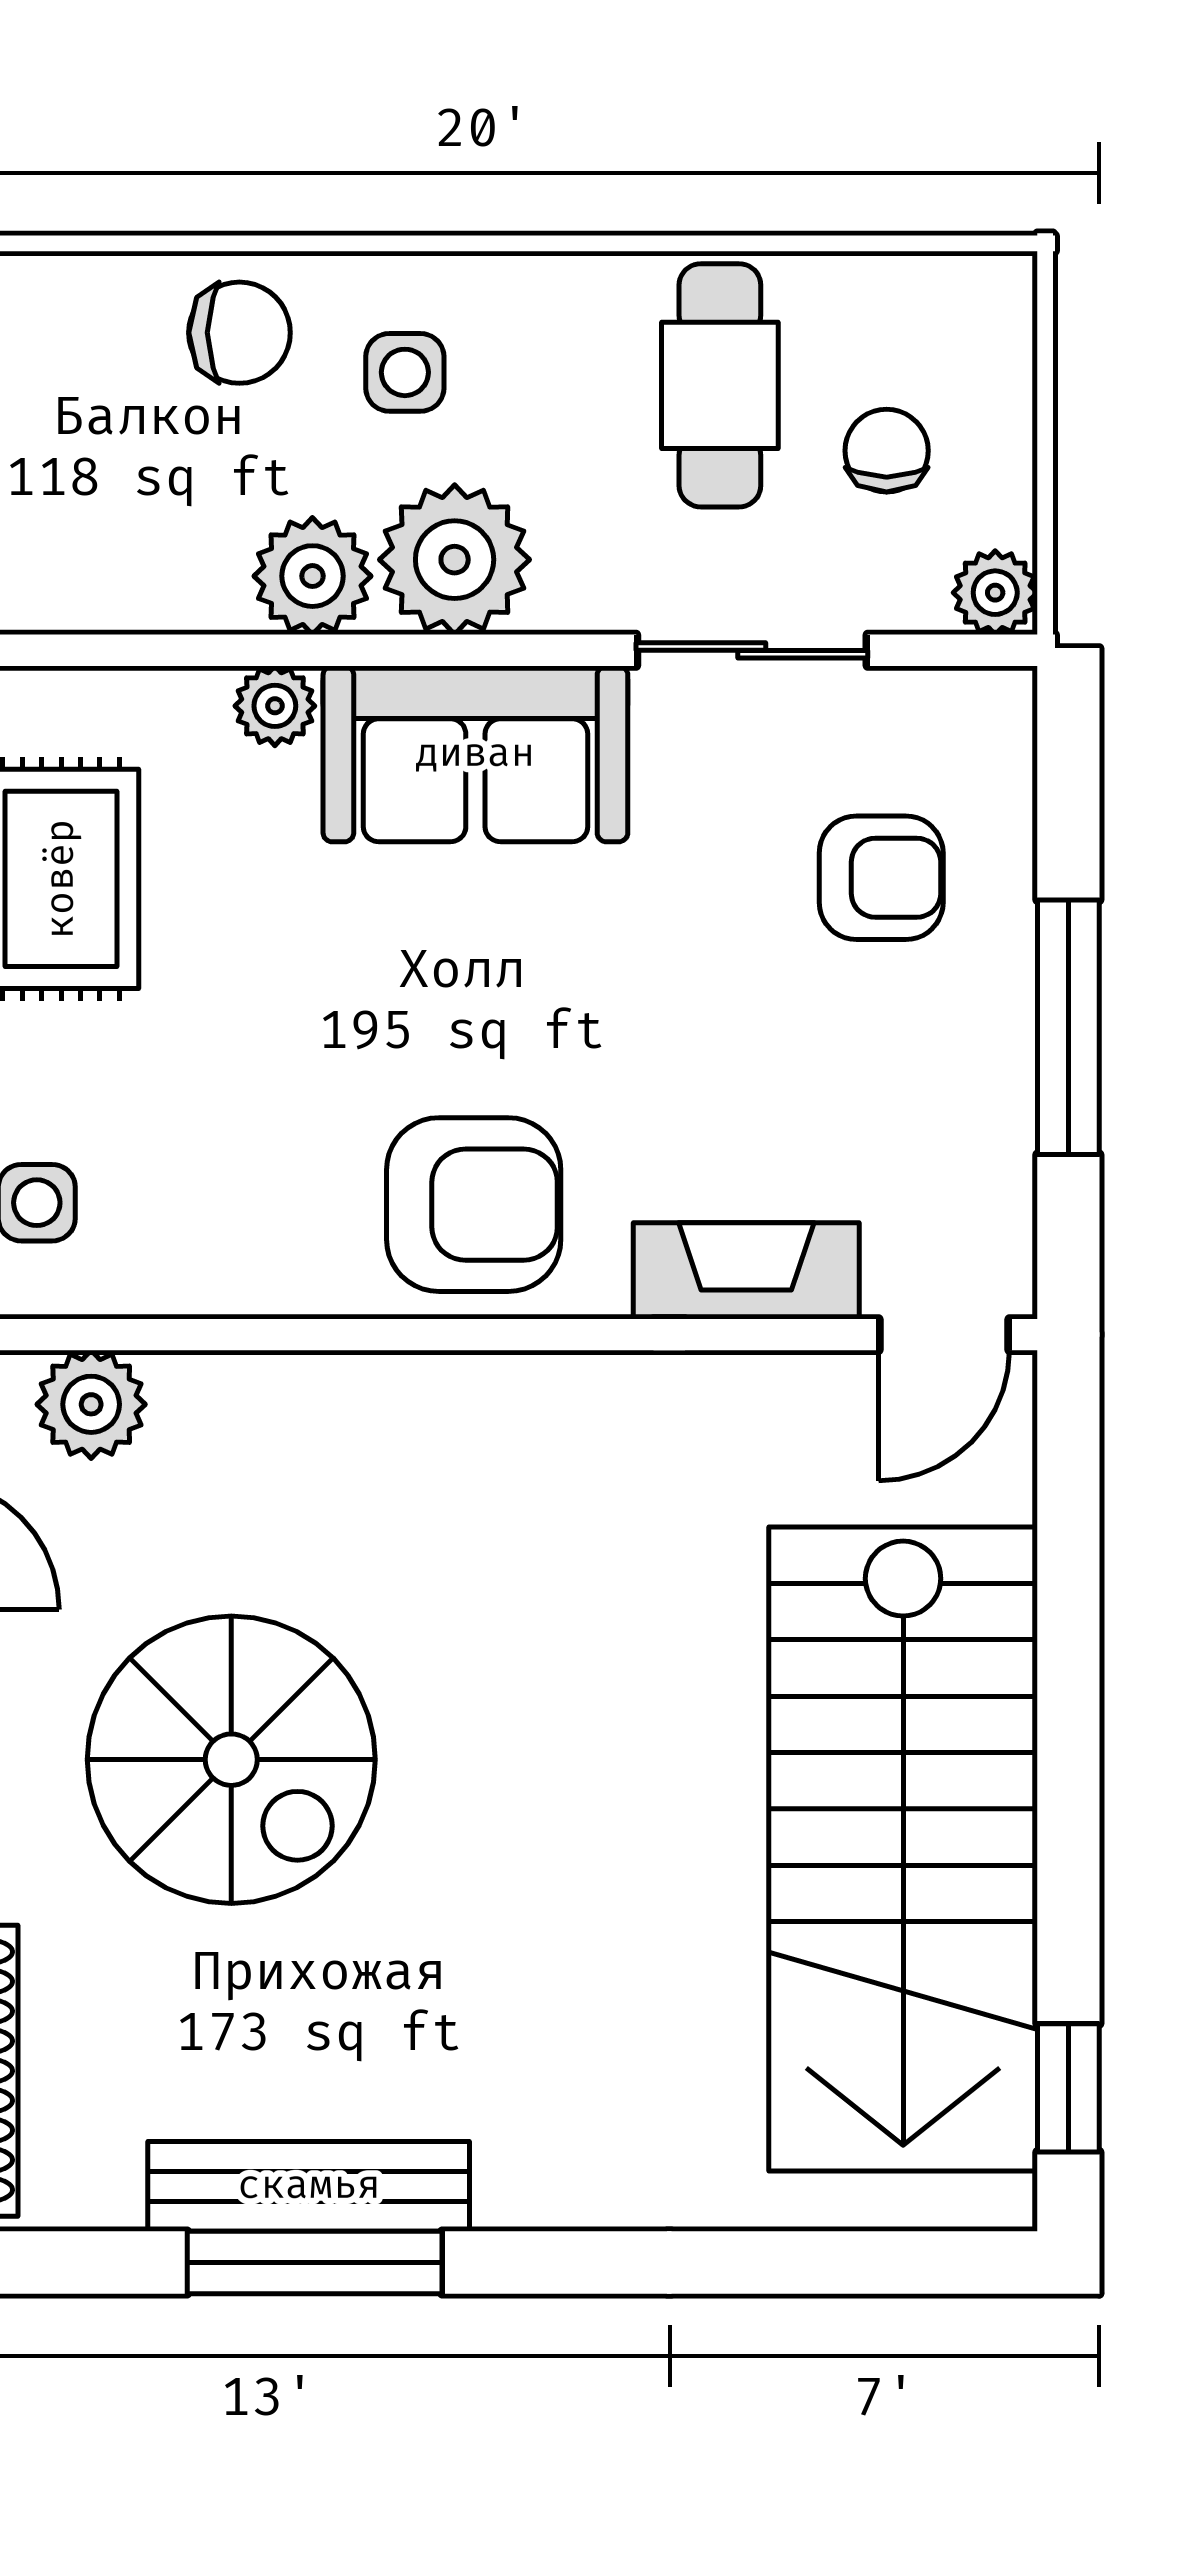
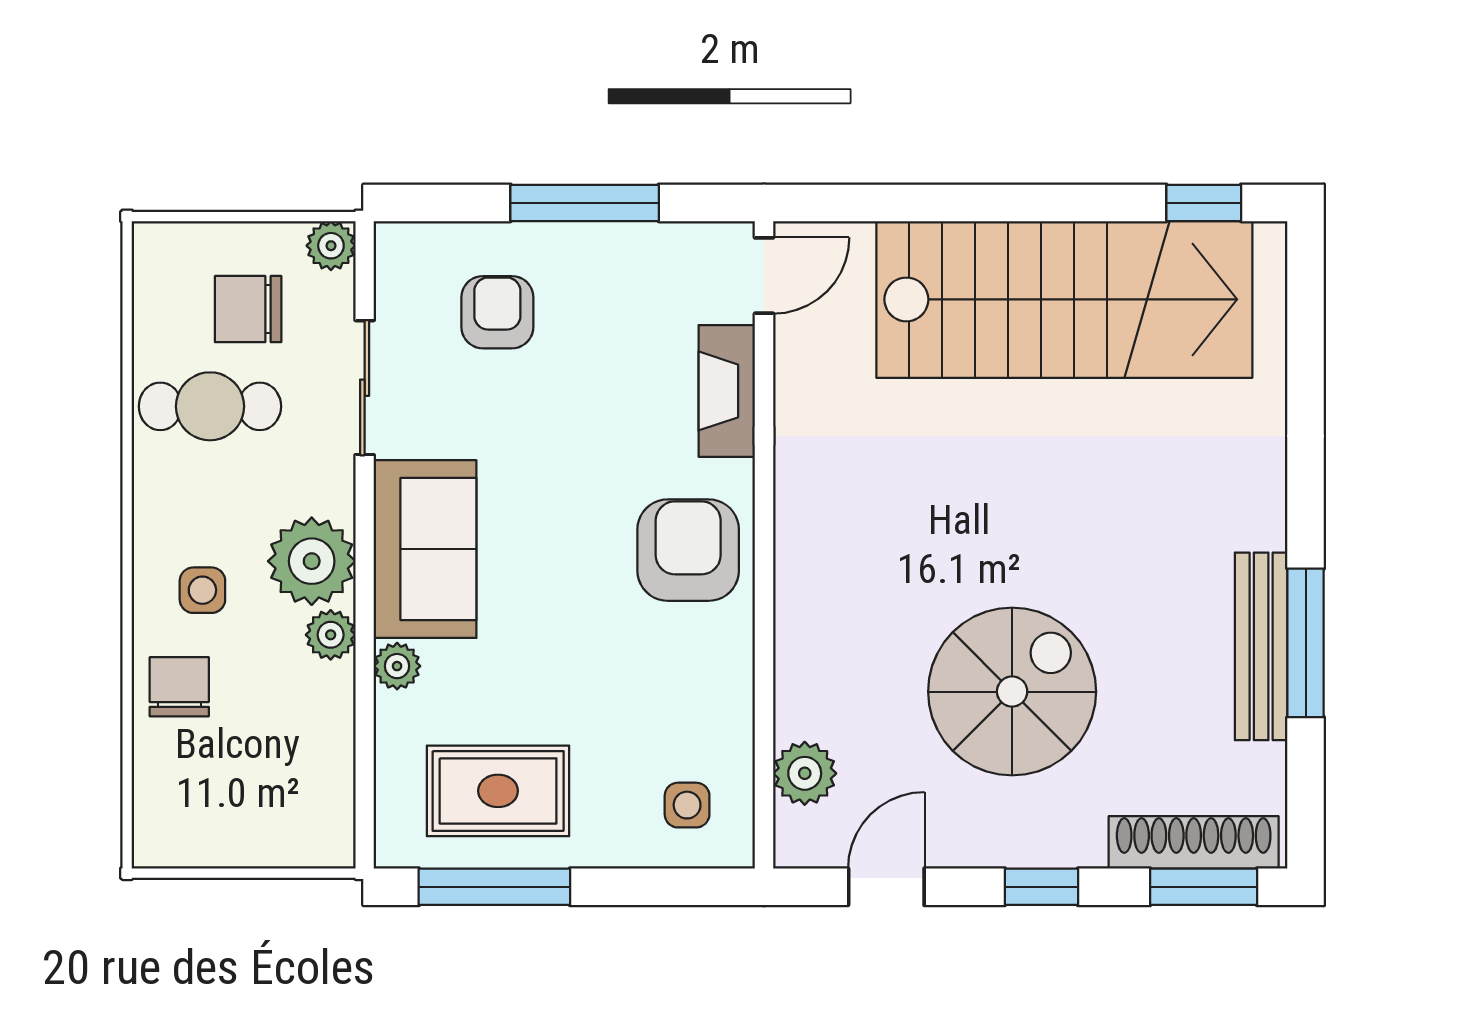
chair: (887, 451) -> (248, 309), width x1.37, depth x1.37
plant: (312, 576) -> (331, 635), width x0.73, depth x0.73
door: (944, 1335) -> (764, 276), hinge flipped

